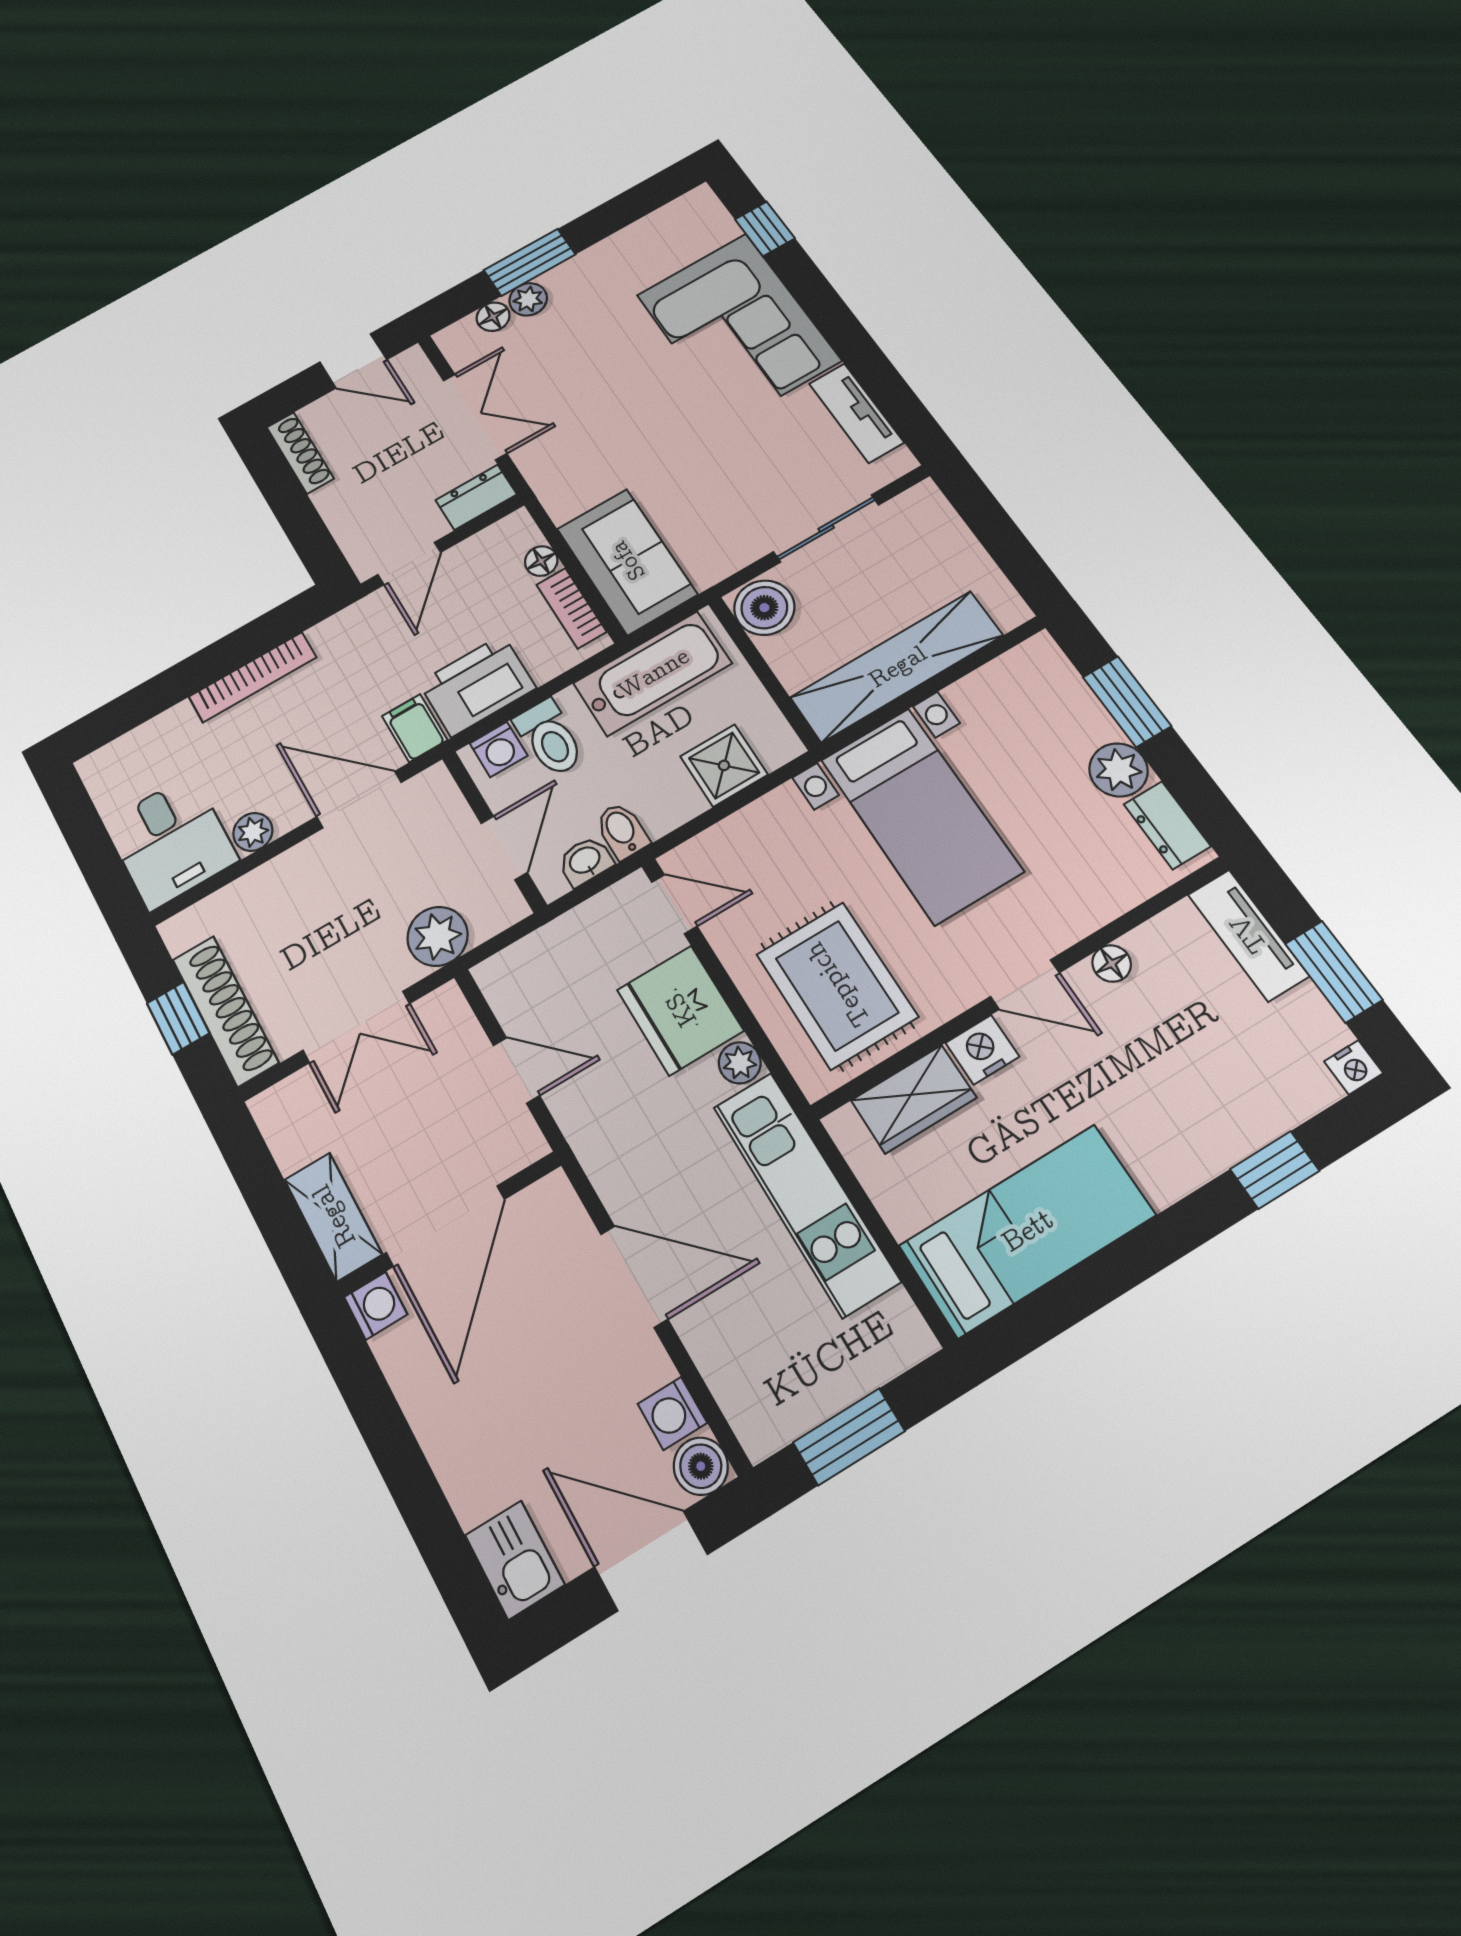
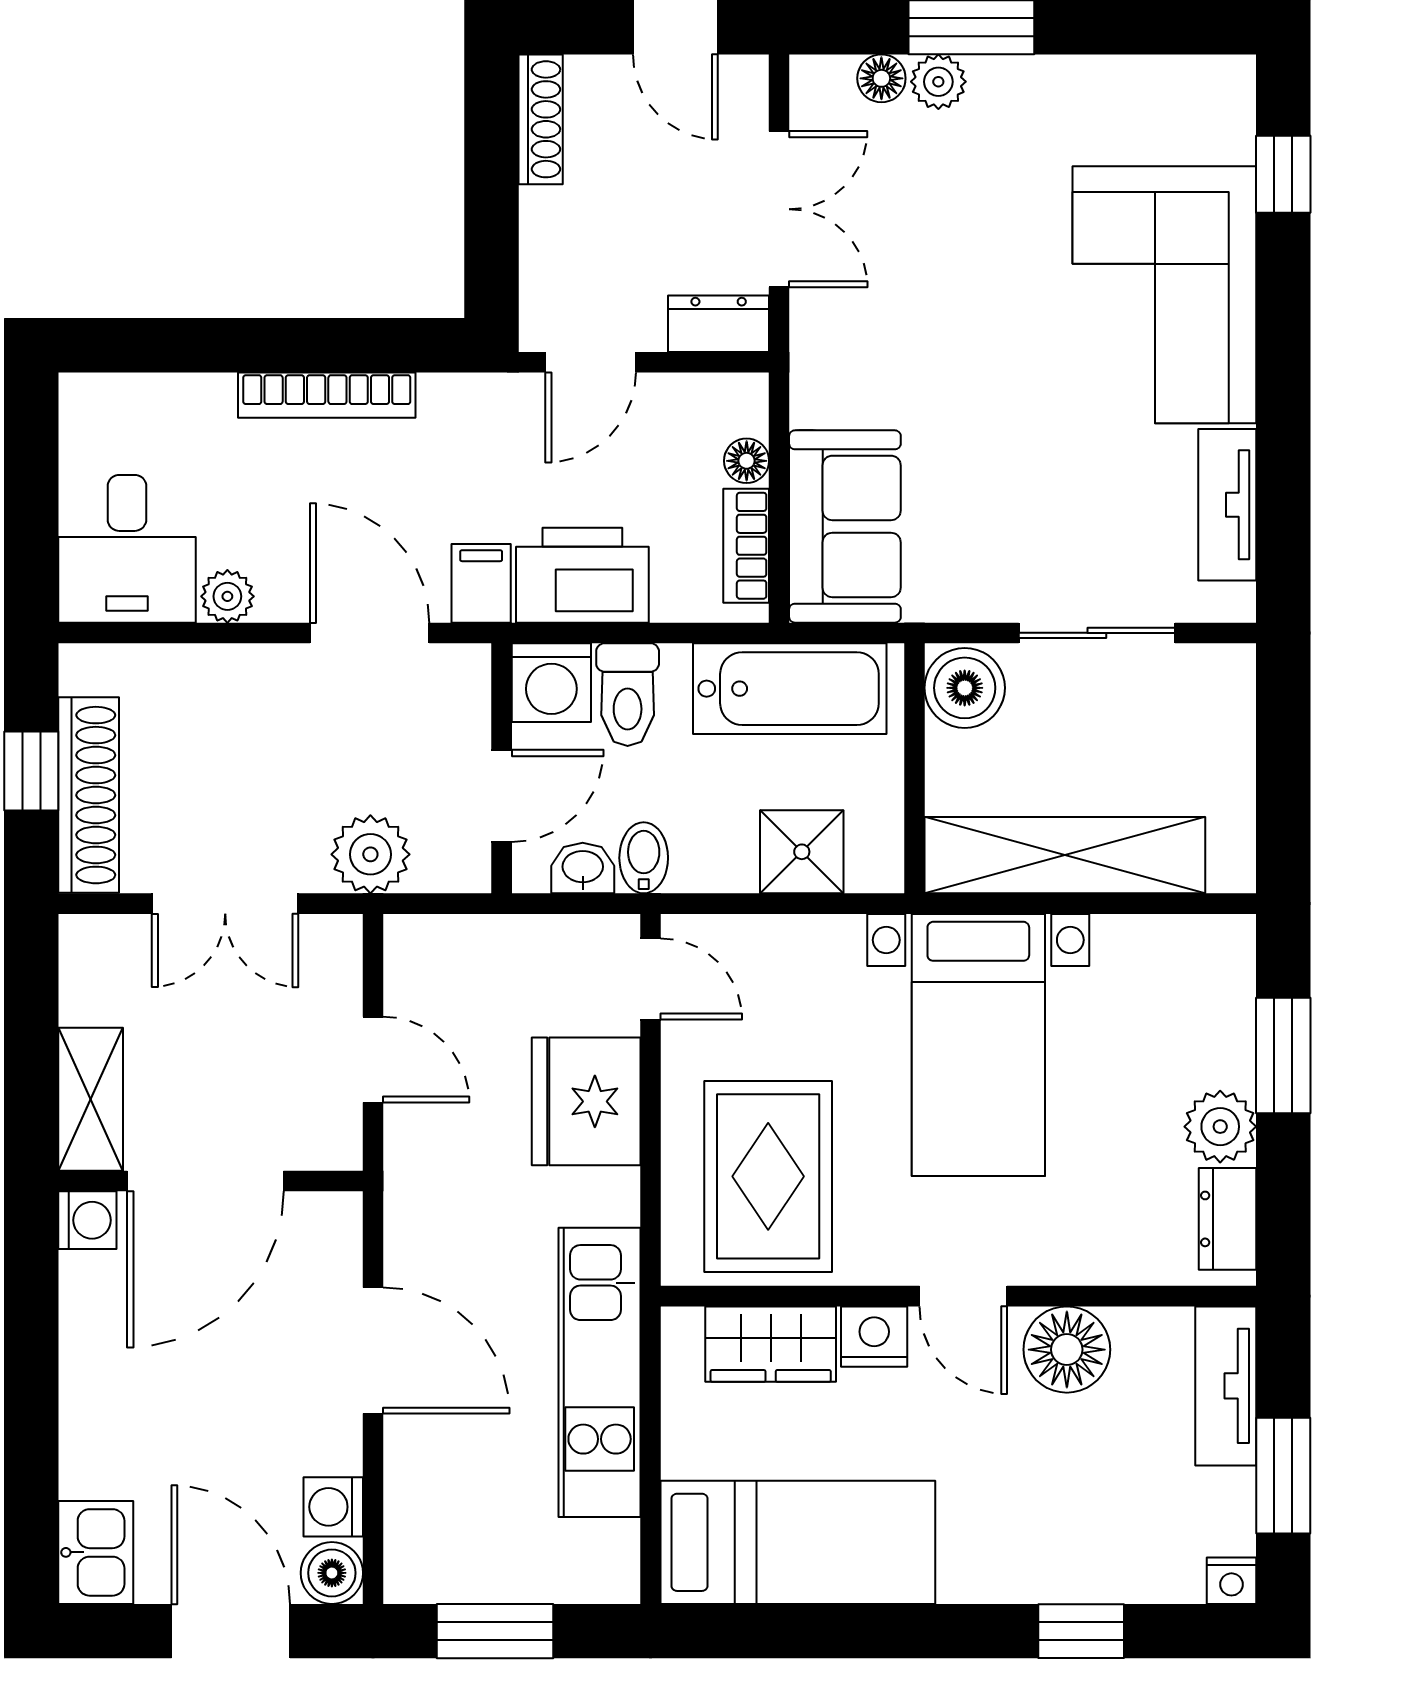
washing machine: (499, 749) -> (551, 683), width x1.38, depth x1.38
floor lamp: (1112, 964) -> (1067, 1350), width x1.89, depth x1.89
plant: (740, 1063) -> (615, 1196), removed

